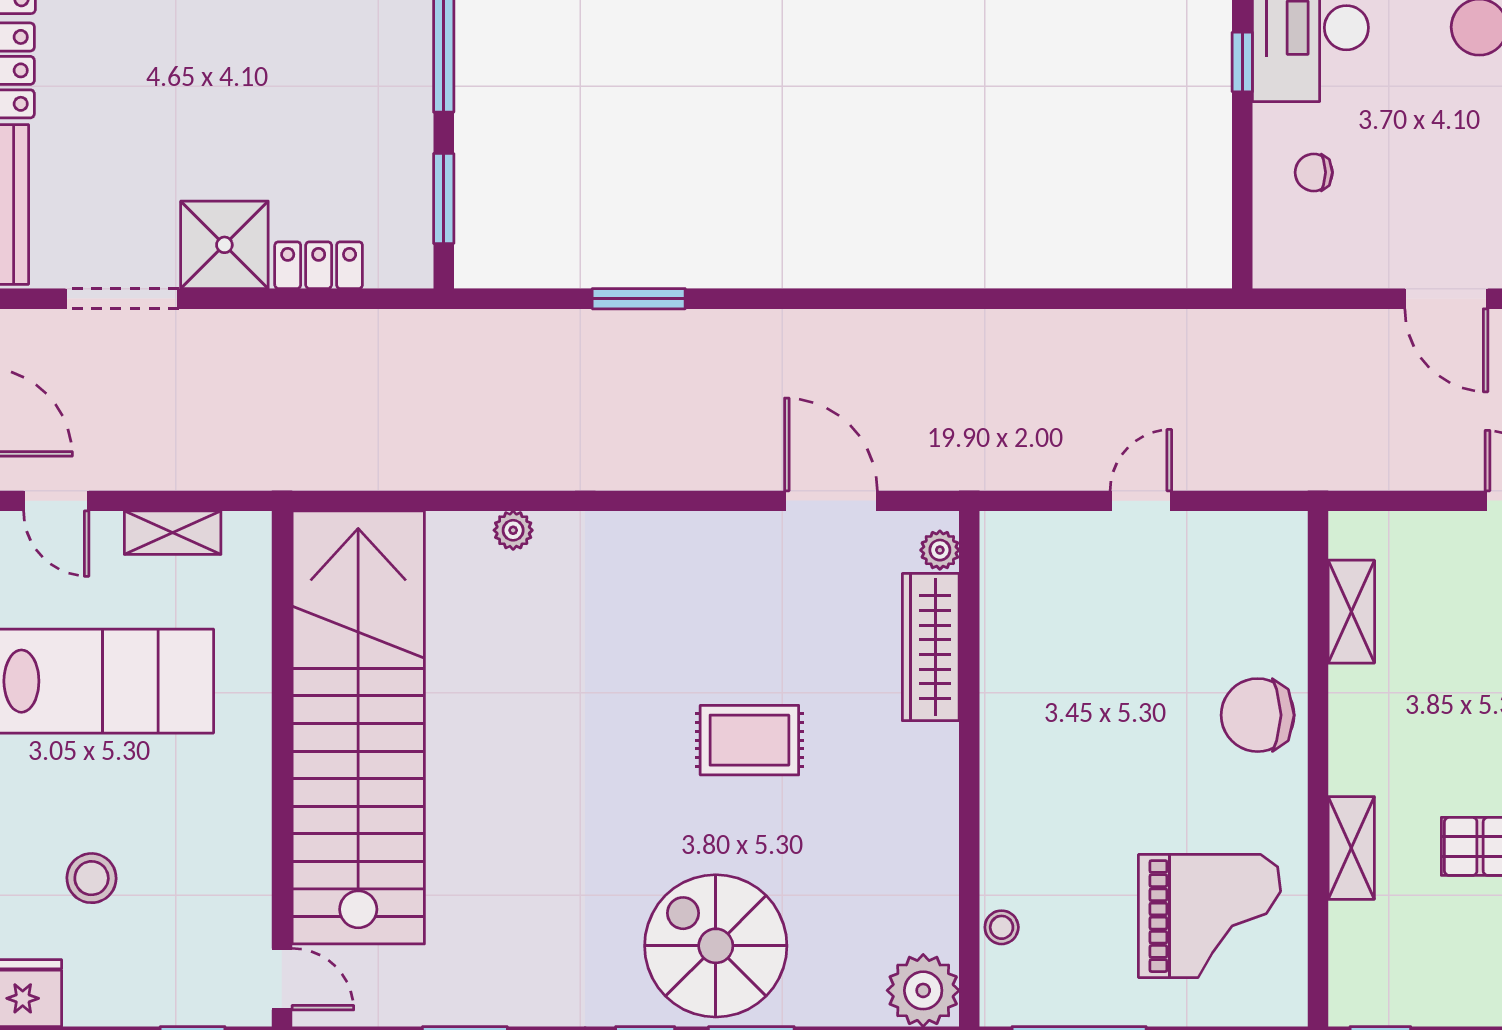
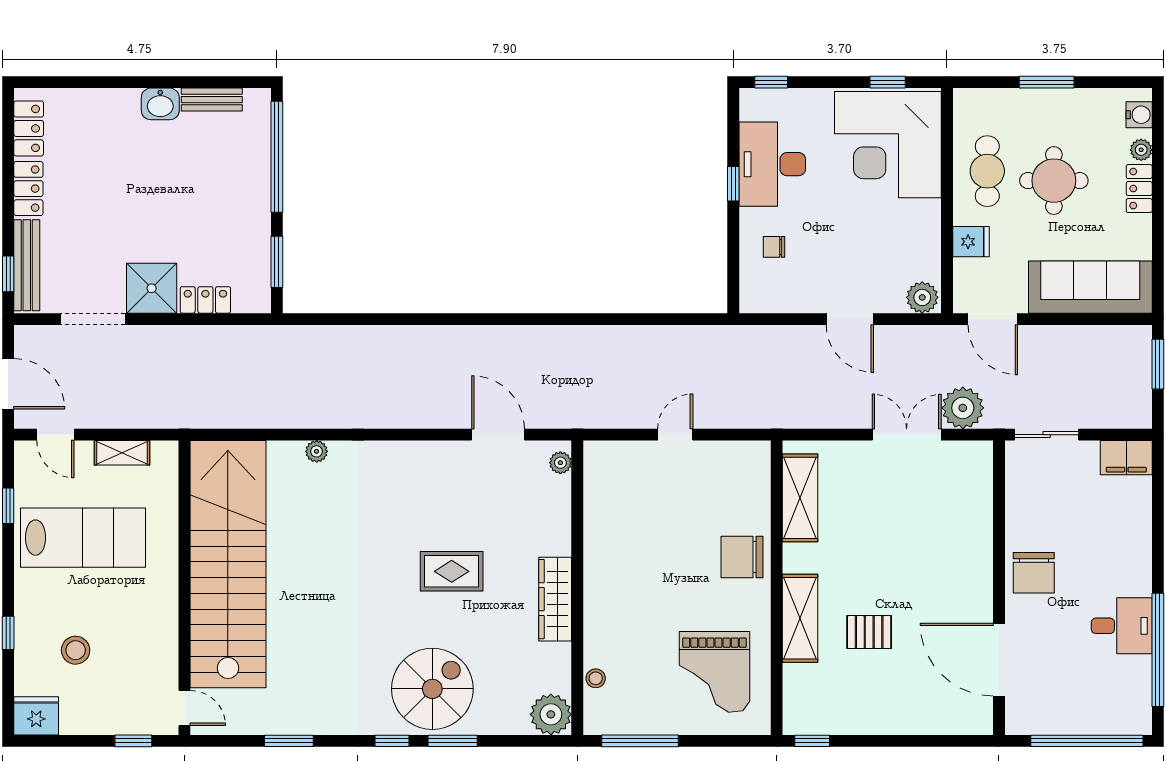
window: (639, 299) -> (388, 319), removed
shelving: (1351, 612) -> (800, 498), width x1.50, depth x1.33
wardrobe: (931, 647) -> (555, 599), moved
shelving: (1351, 848) -> (800, 618), width x1.50, depth x1.33
grand piano: (1209, 916) -> (715, 672), turned 90
spiral stairs: (716, 946) -> (432, 689), turned 90

